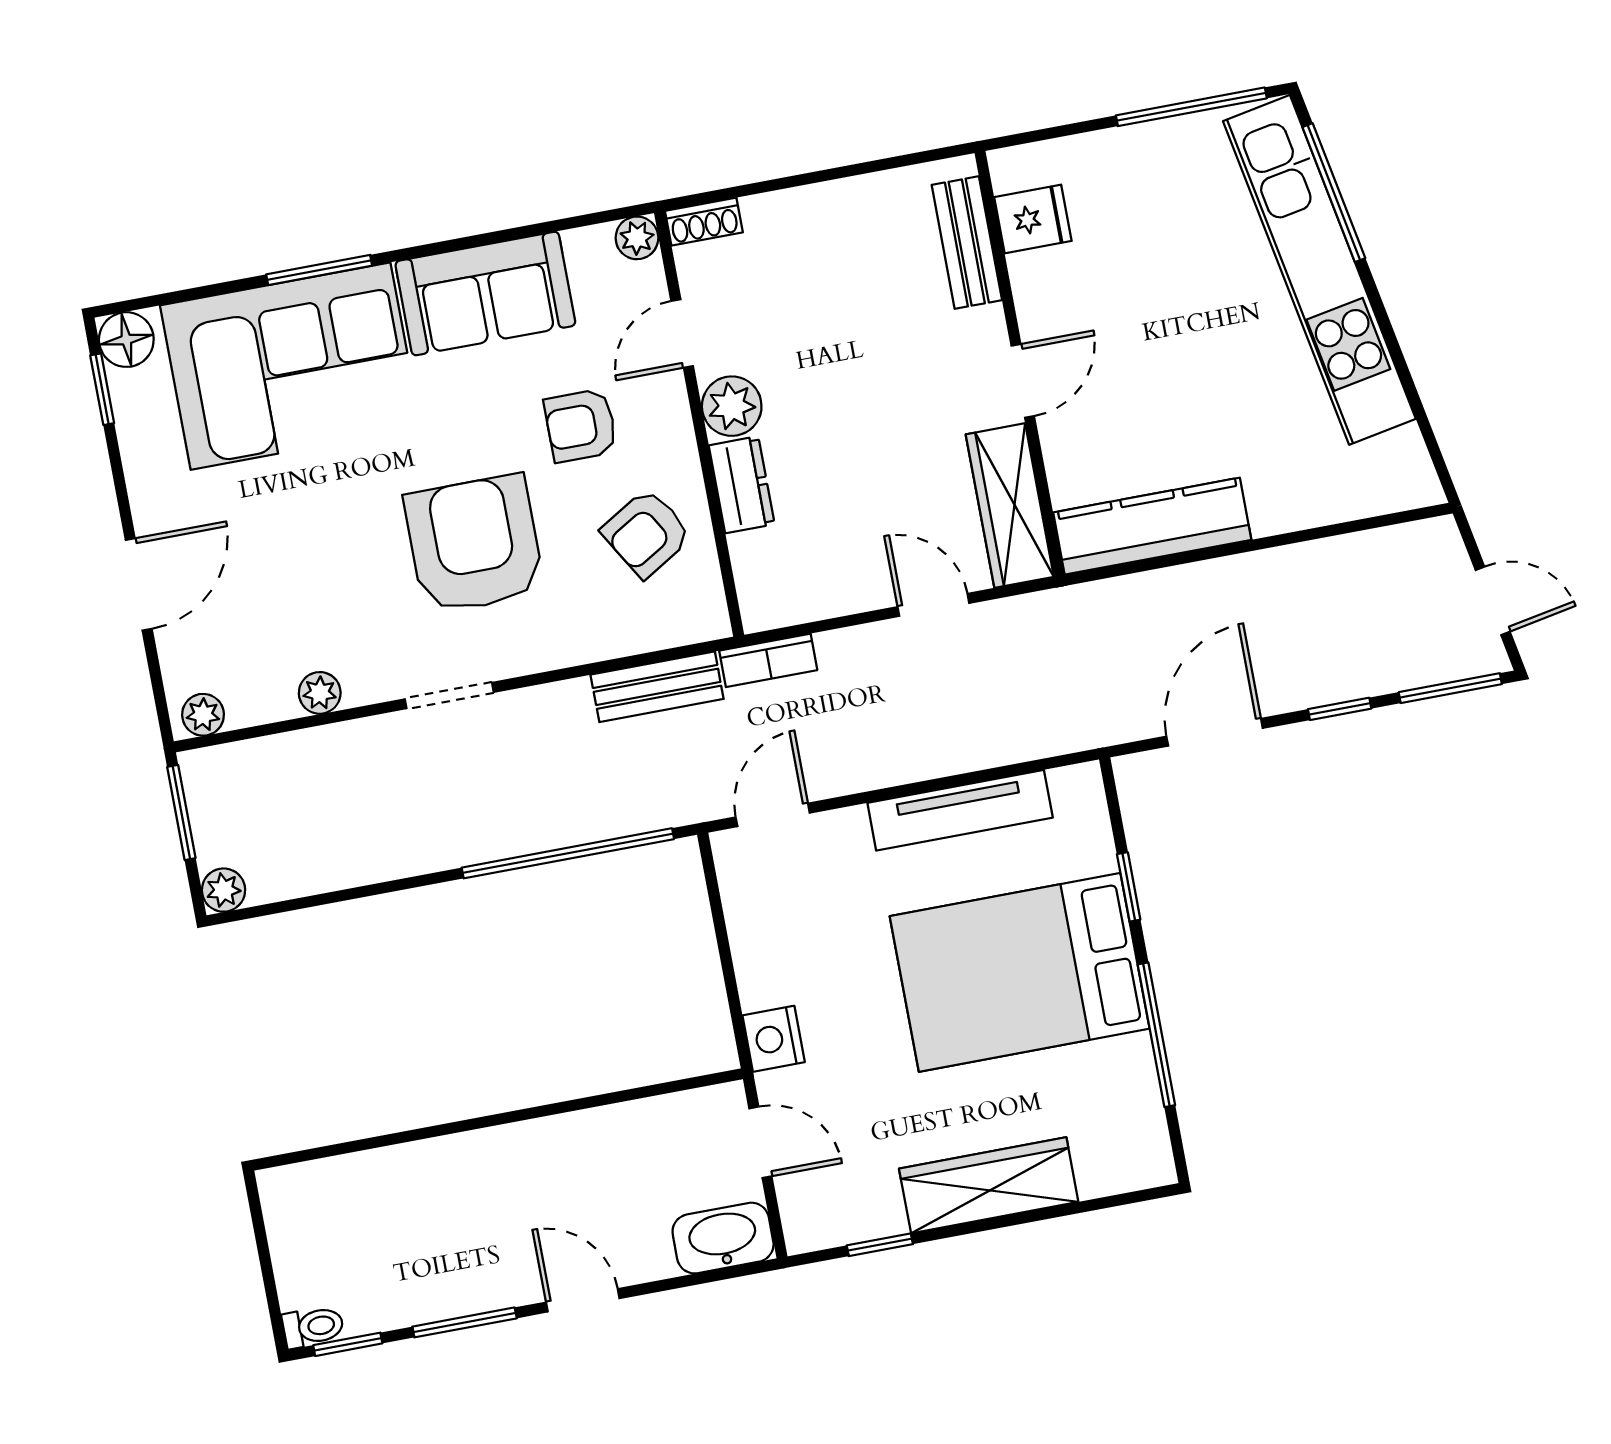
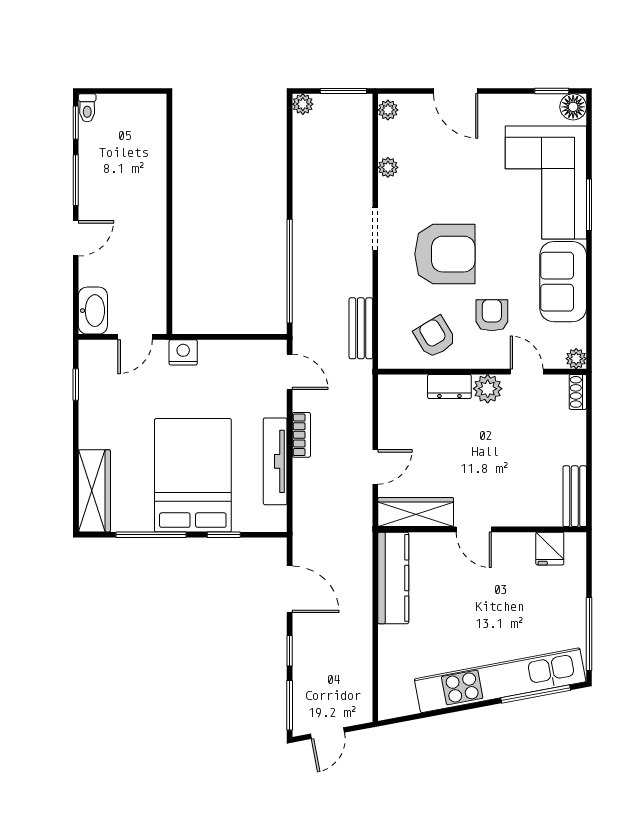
bench: (967, 243) -> (575, 496), moved, turned 90
bookcase: (768, 660) -> (301, 435), moved, turned 180
wardrobe: (989, 1185) -> (94, 491), moved

